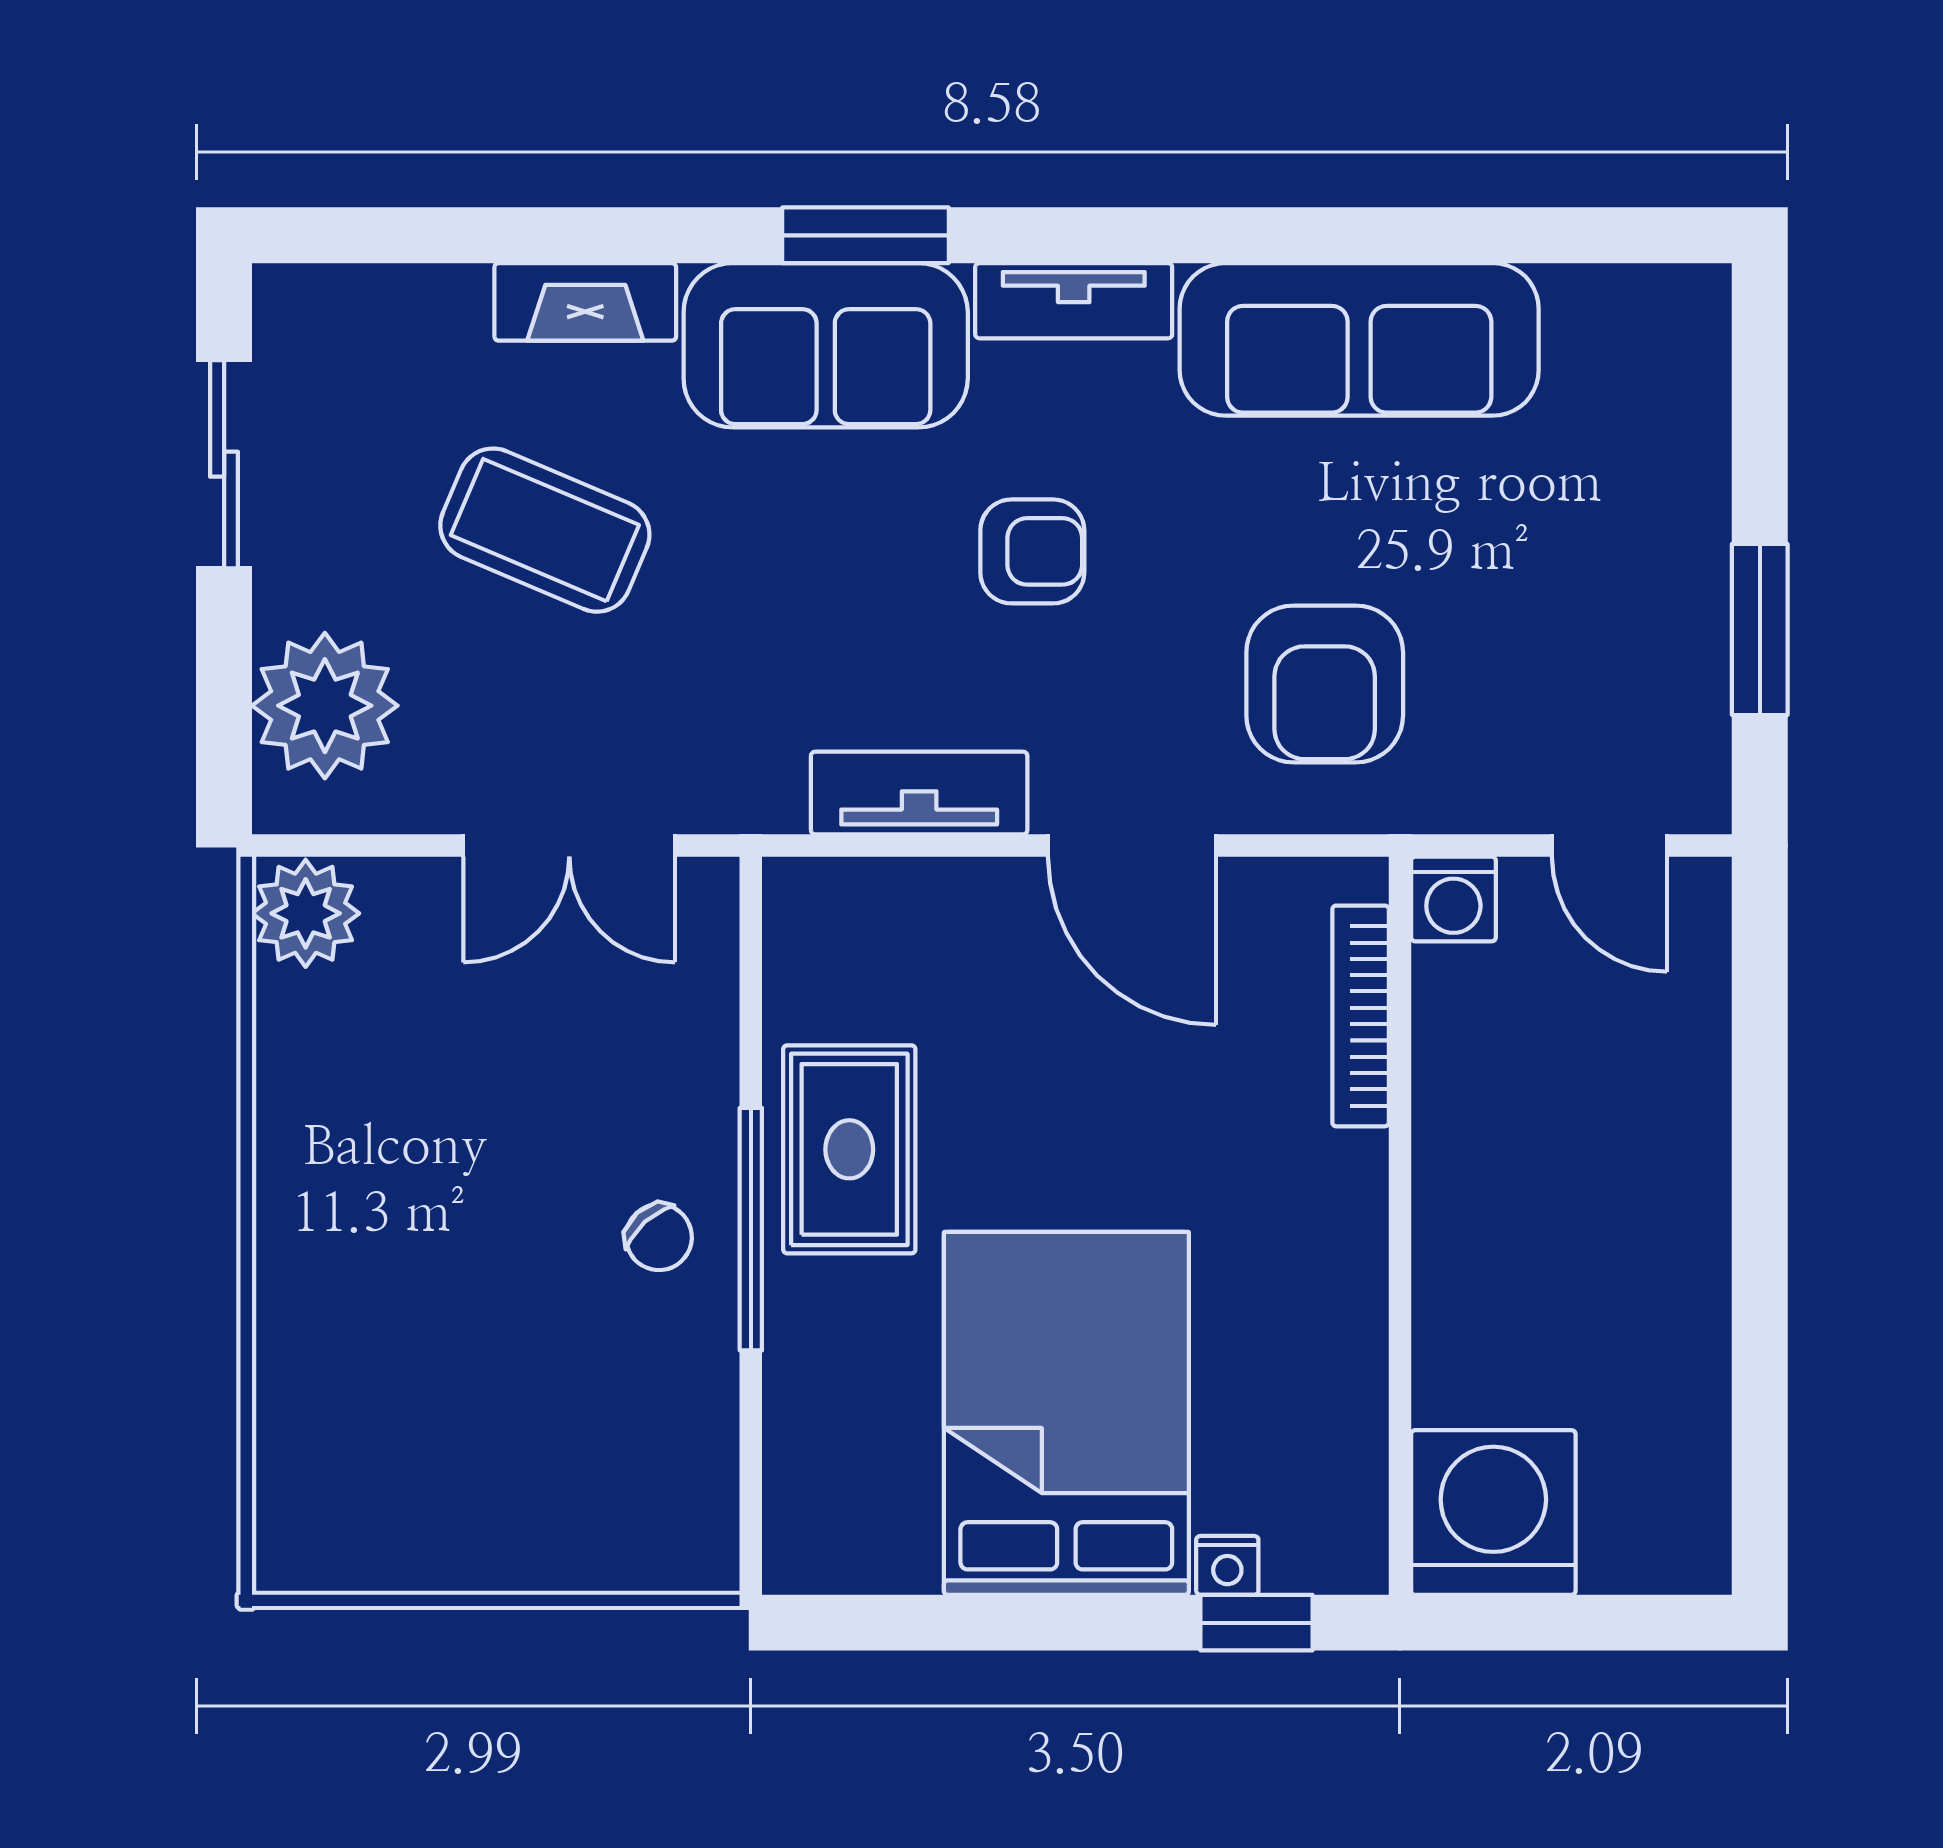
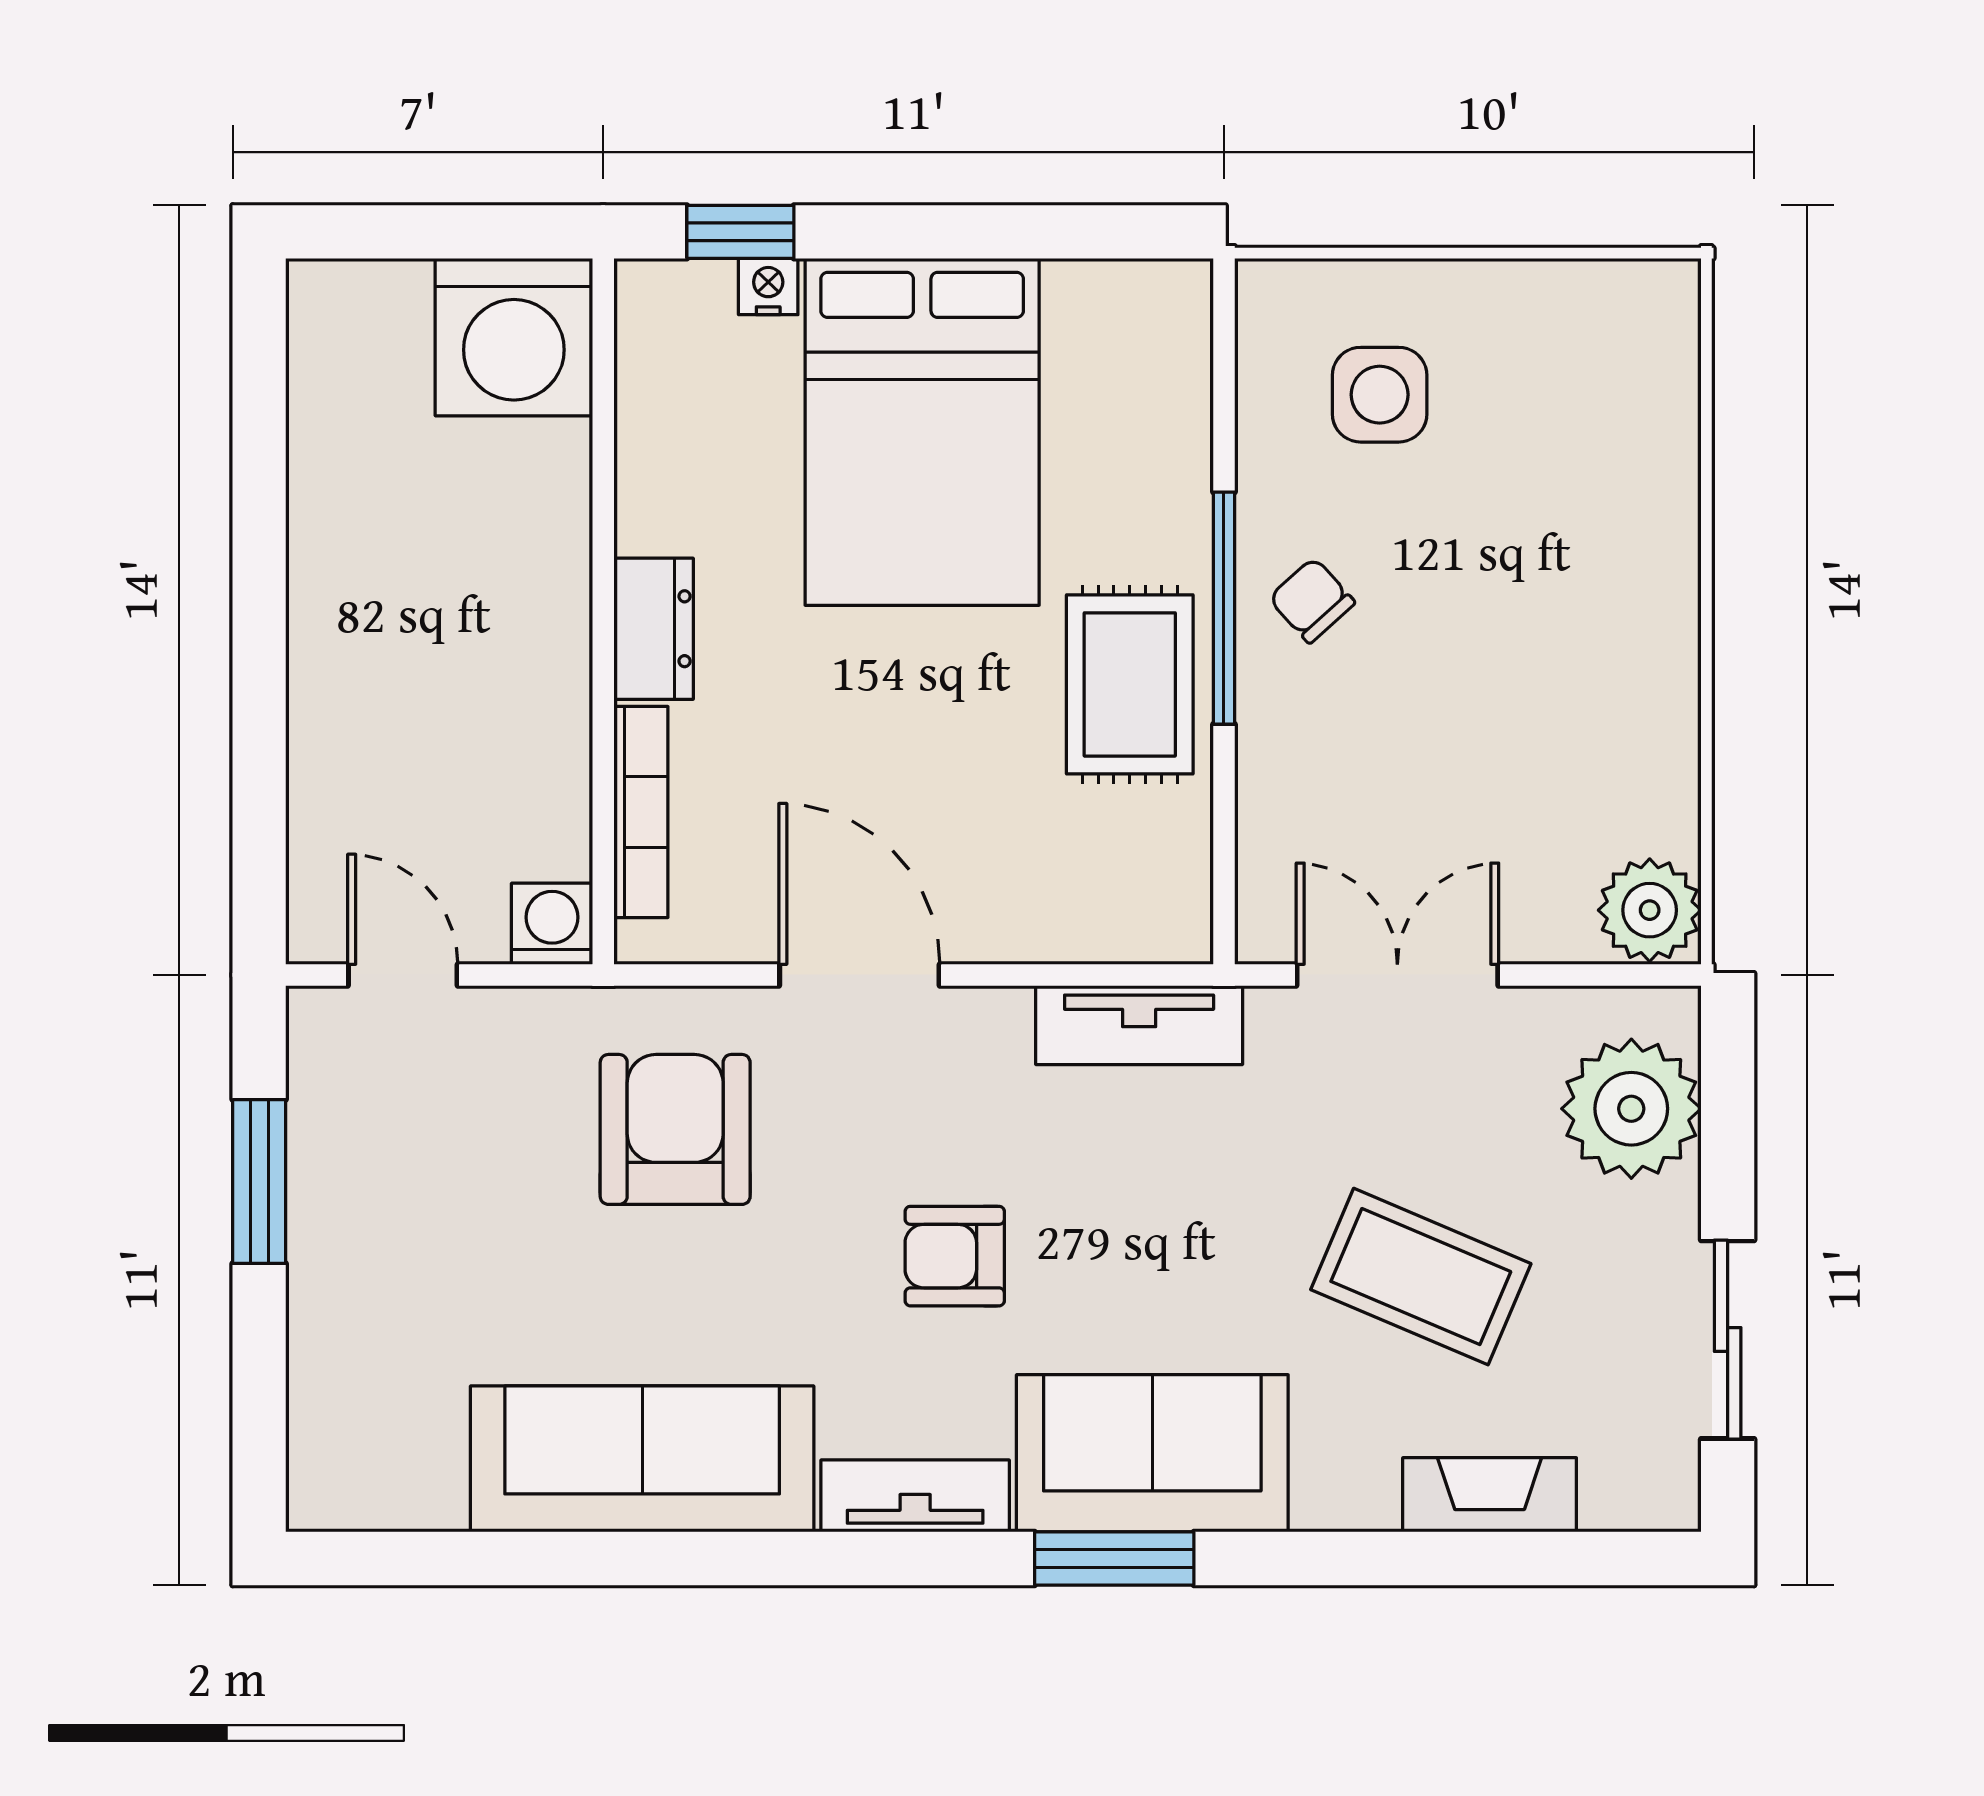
fireplace: (585, 302) -> (1490, 1495), moved
tv unit: (919, 793) -> (1139, 1025), moved
dresser: (1347, 1208) -> (654, 629), added
side table: (588, 1452) -> (1380, 395), added

